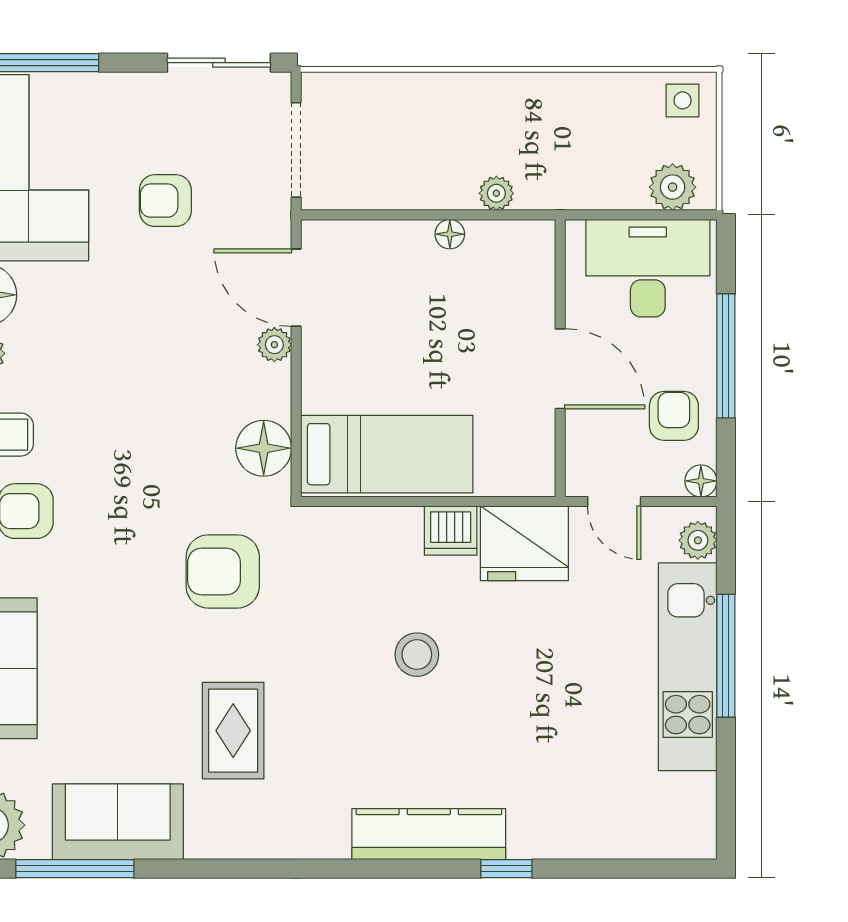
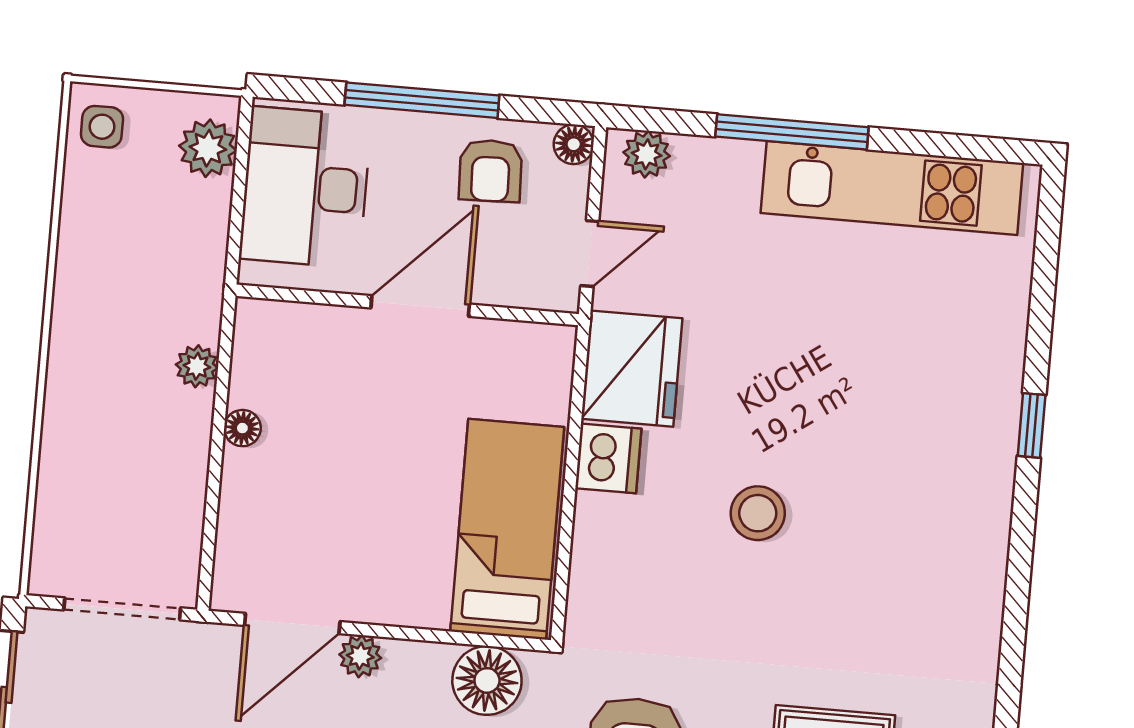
armchair: (674, 416) -> (490, 171), turned -92
kitchen unit: (688, 667) -> (892, 188), moved
kitchen counter: (429, 834) -> (981, 517), removed

